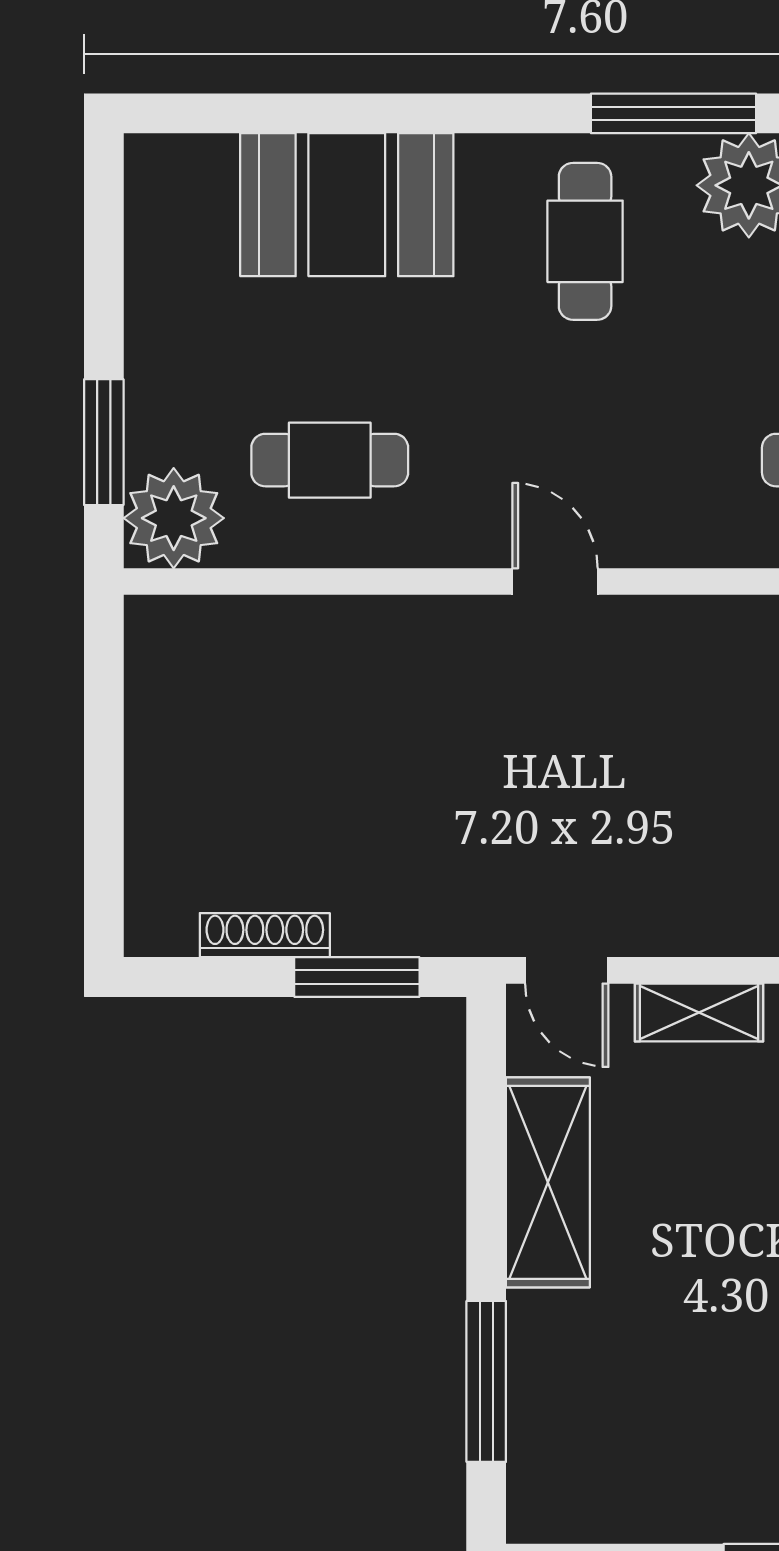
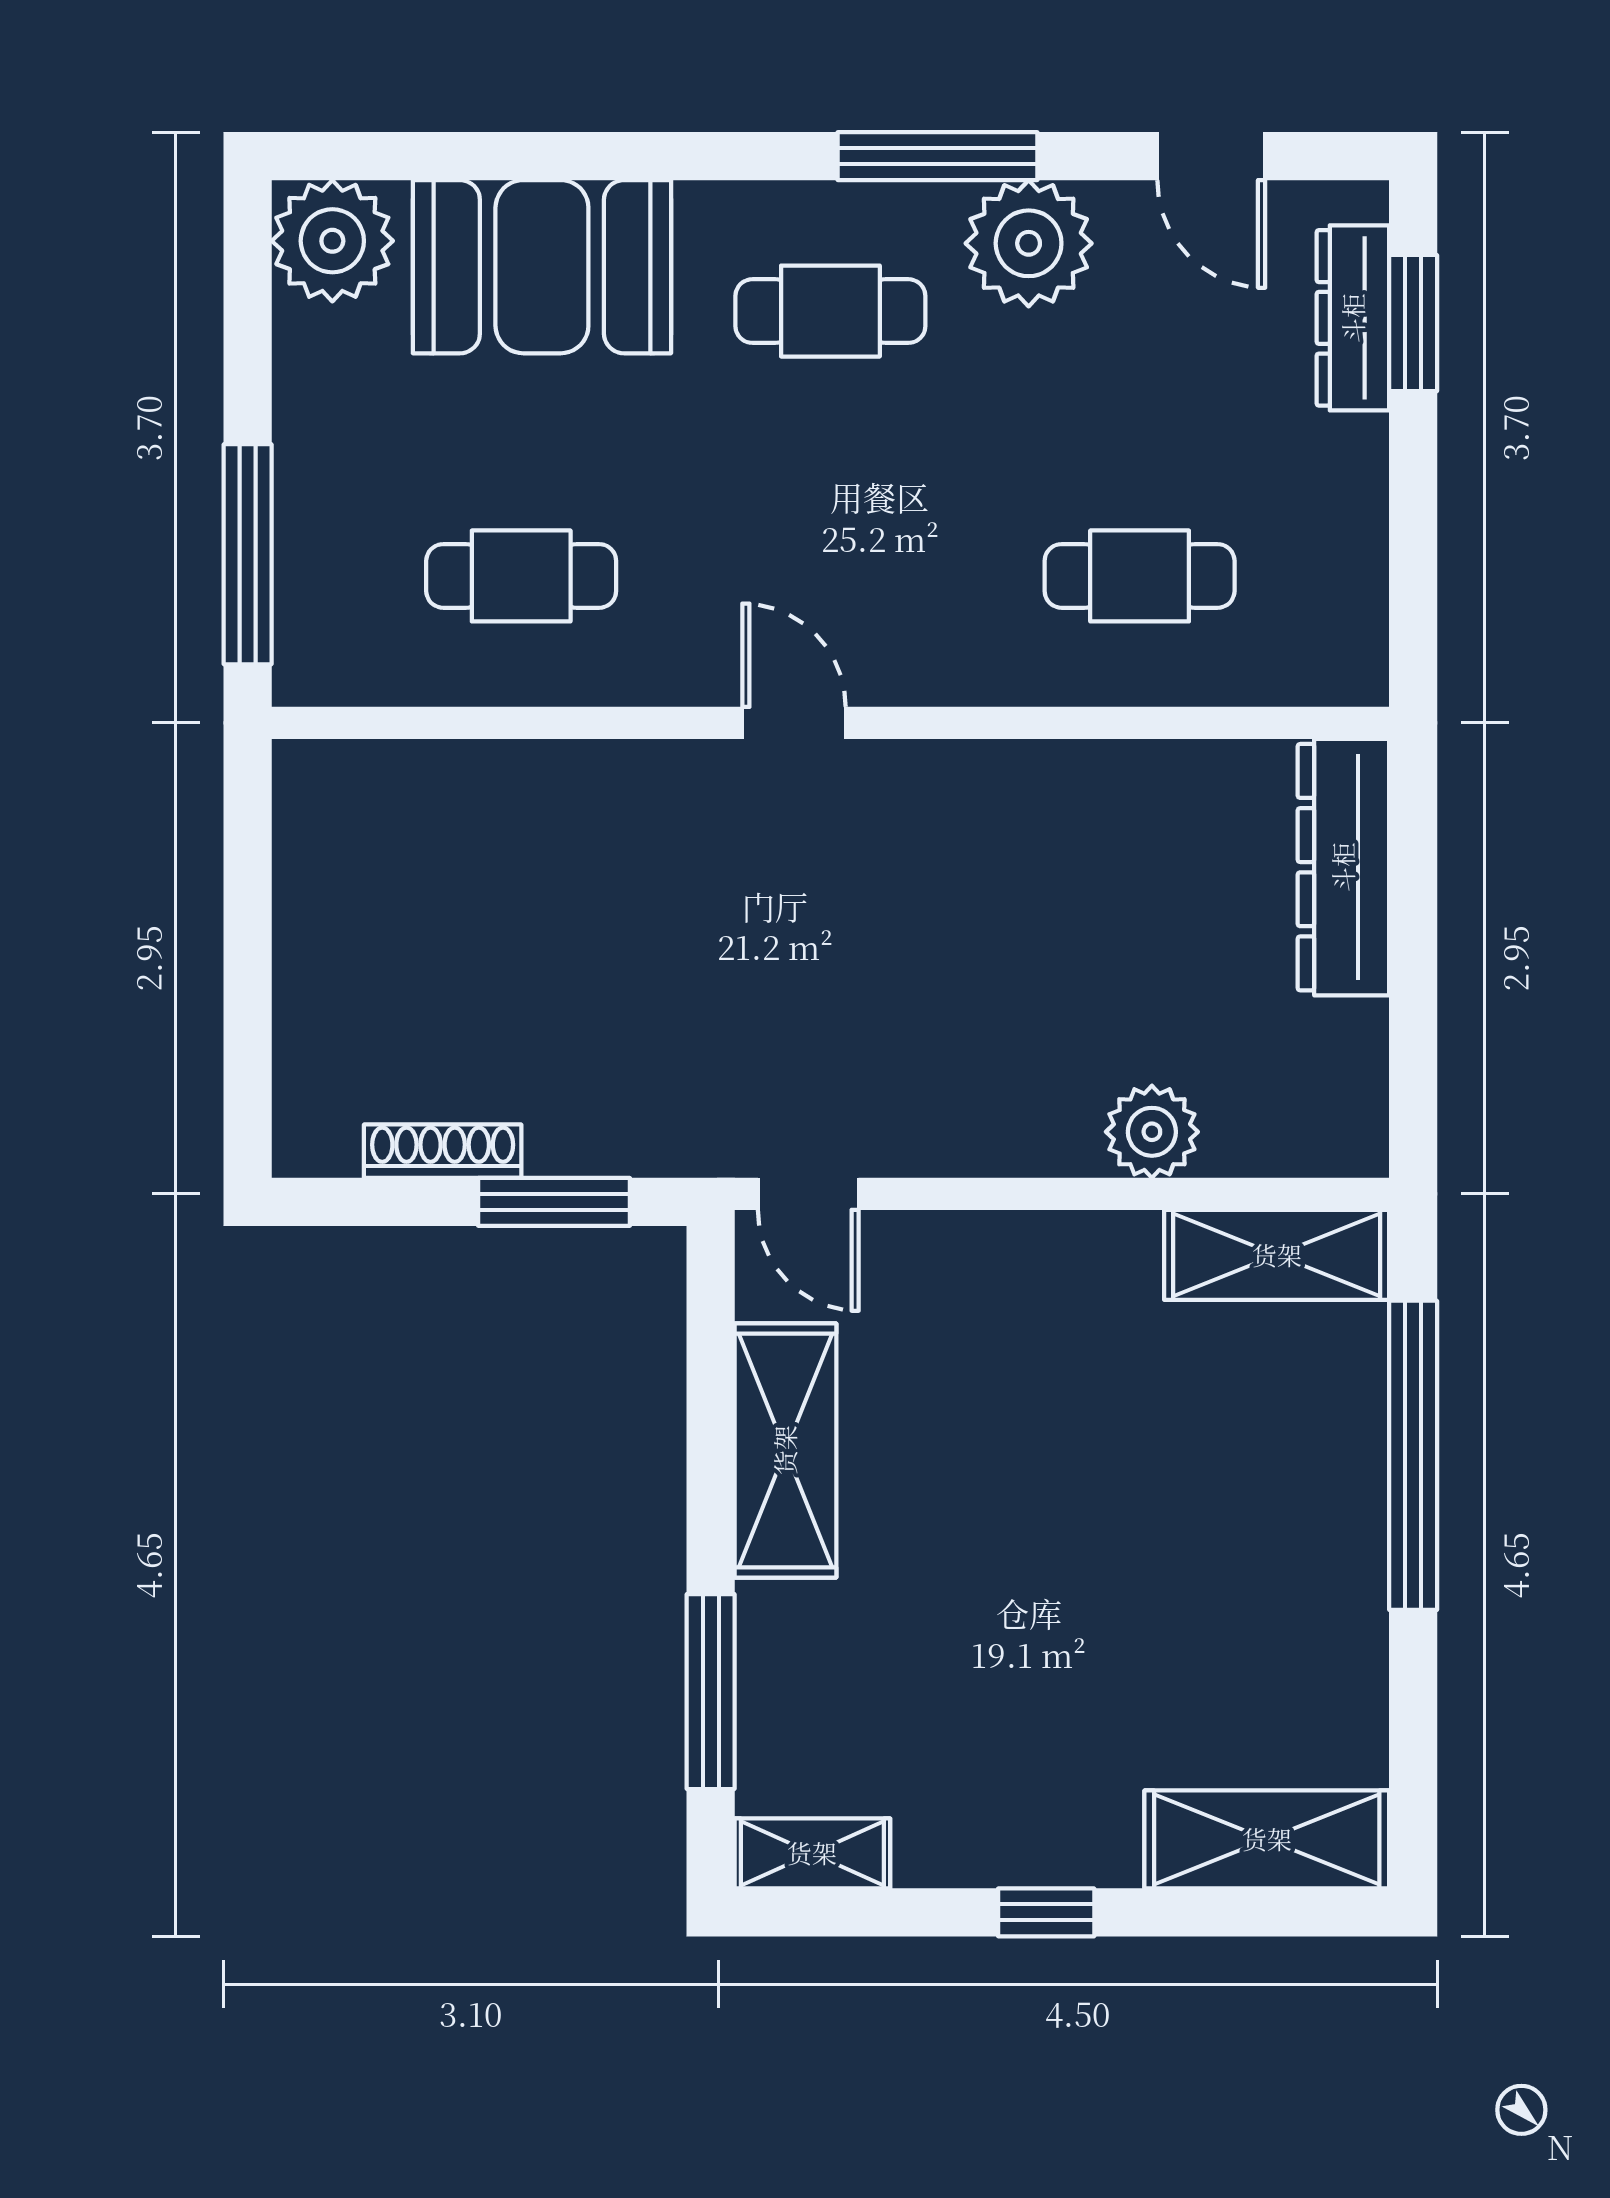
cafe table: (585, 241) -> (830, 311), turned 90
window: (104, 442) -> (248, 554), width x1.44
plant: (174, 518) -> (332, 241), moved
shelving: (699, 1012) -> (812, 1853), moved

